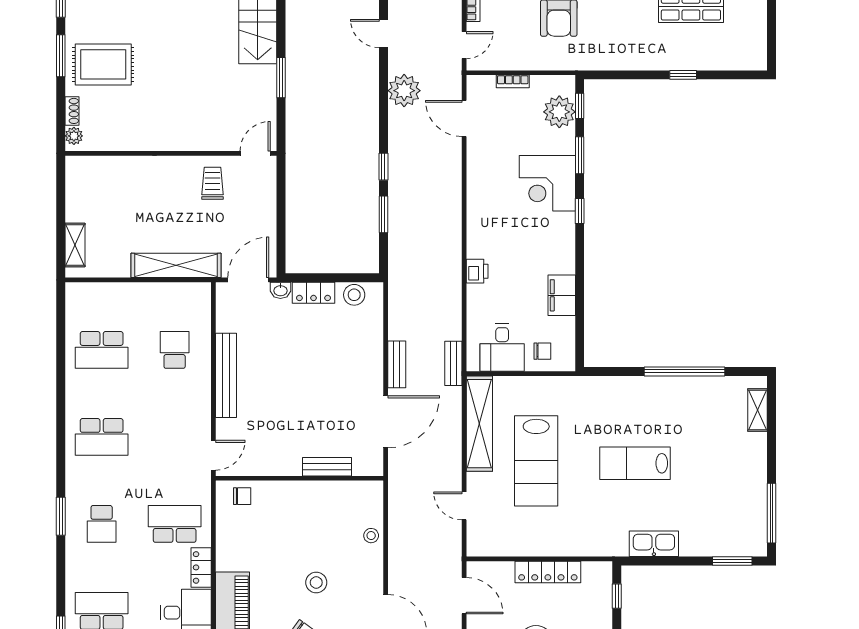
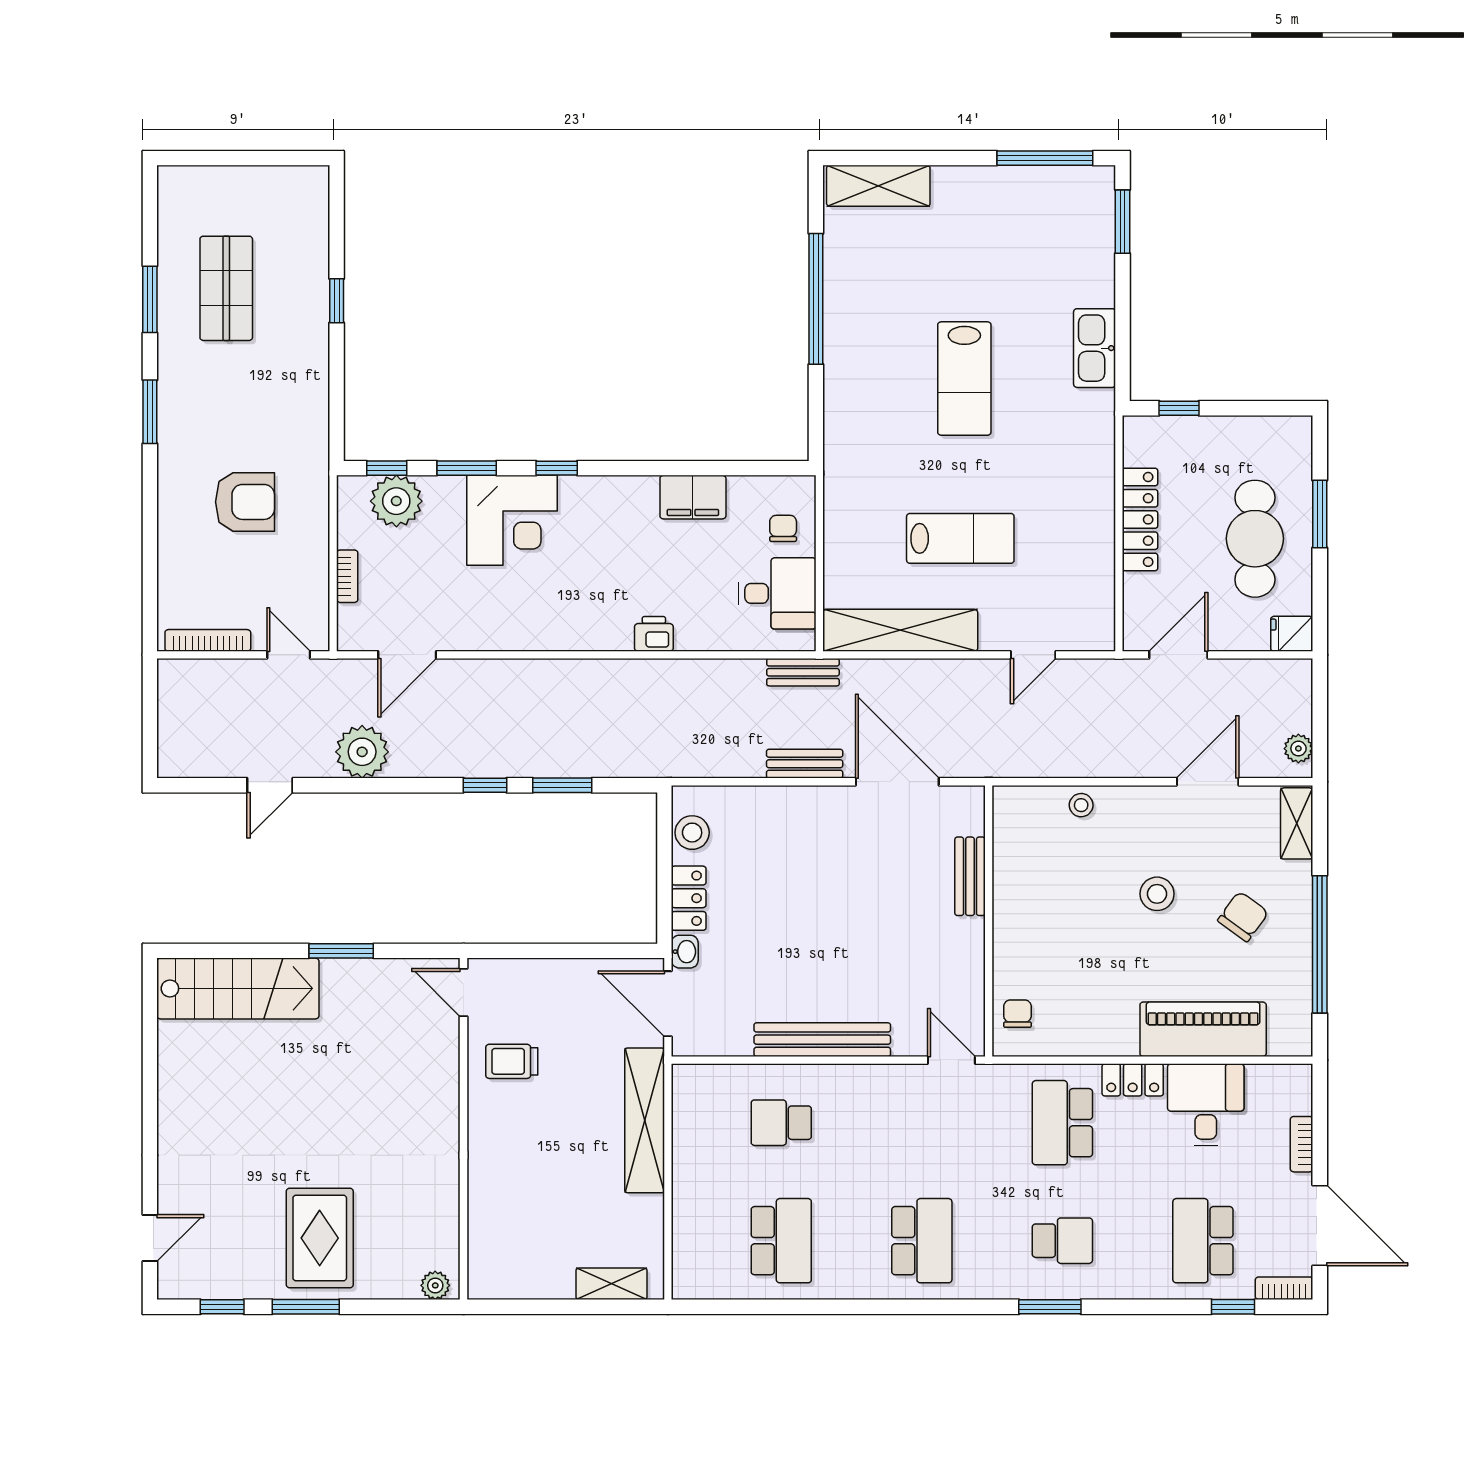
shoe rack: (72, 111) -> (395, 1288), removed
shelving: (758, 410) -> (878, 186), width x1.50, depth x1.33
lab bench: (536, 461) -> (960, 538), width x0.73, depth x0.72

